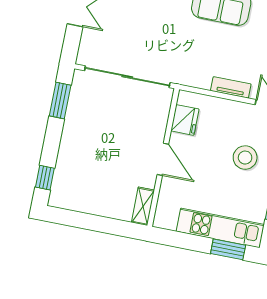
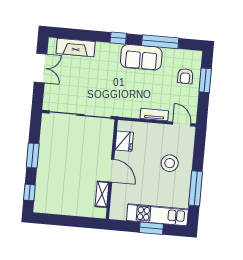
window: (60, 100) -> (33, 155), moved
shelving: (143, 206) -> (102, 194), moved
window: (228, 249) -> (151, 228), moved

